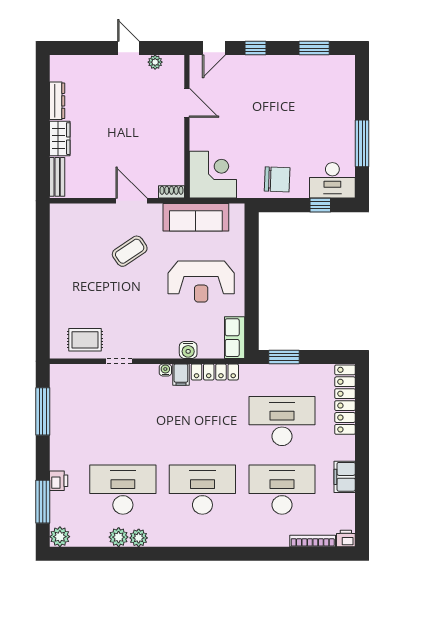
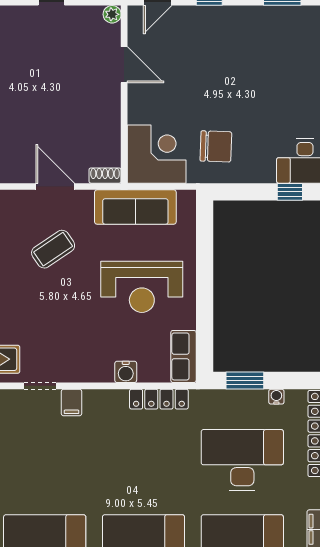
plant: (155, 62) -> (112, 14), moved
chair: (277, 179) -> (216, 146), moved
water cooler: (165, 370) -> (276, 397), moved
filing cabinet: (181, 375) -> (72, 402), moved

